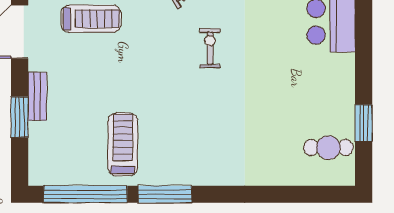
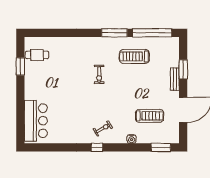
treadmill: (91, 19) -> (149, 116), turned 180
exercise bike: (210, 48) -> (99, 74), moved
treadmill: (123, 144) -> (134, 56), turned 90

